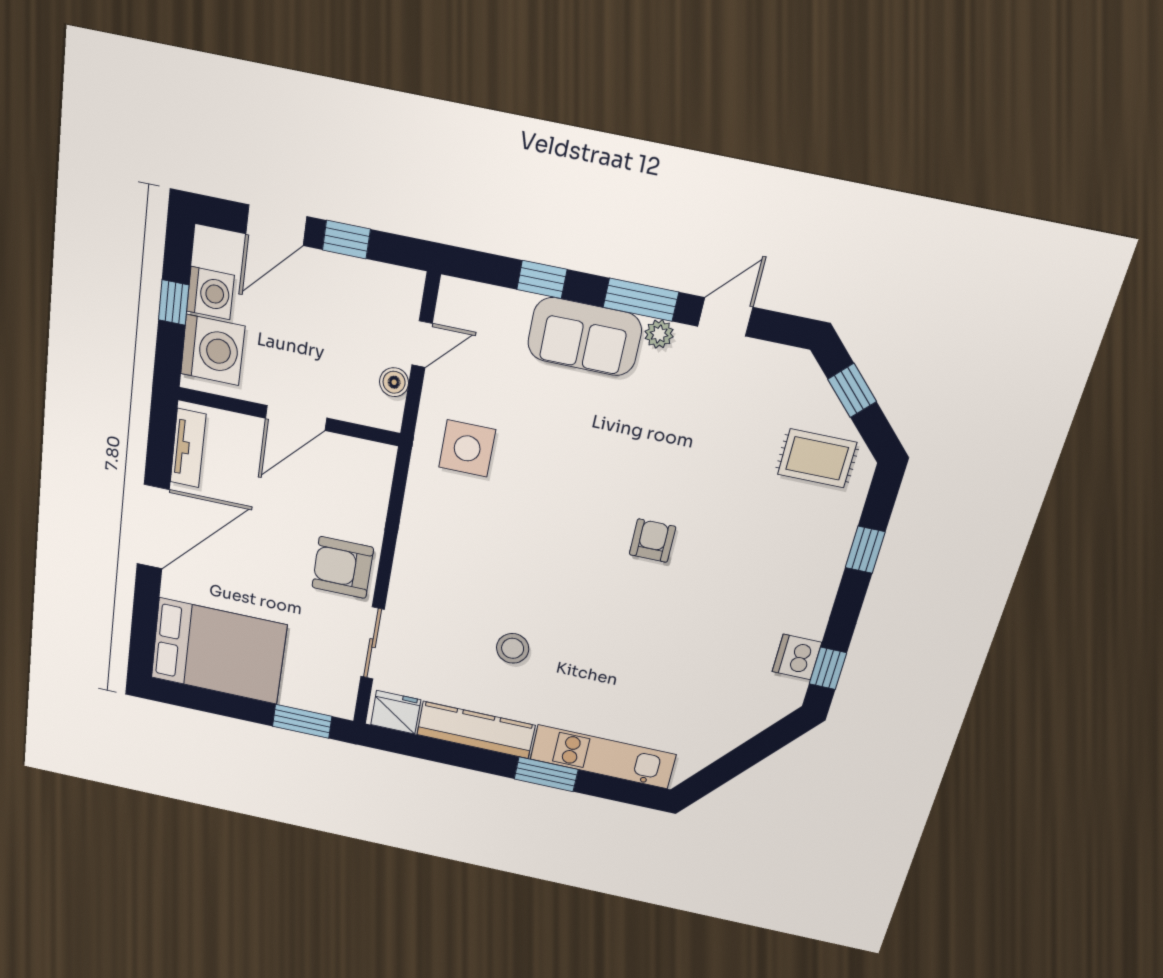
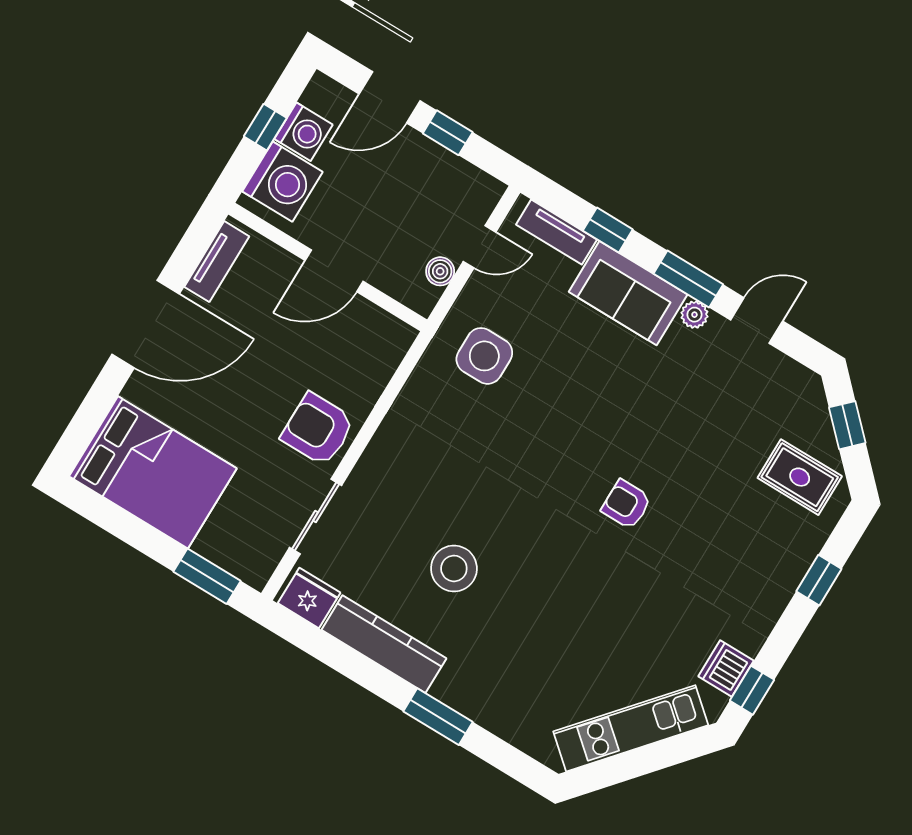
tv unit: (491, 301) -> (556, 232), added
armchair: (652, 541) -> (626, 504), turned -90
stool: (513, 648) -> (454, 568), width x1.38, depth x1.38
kitchen unit: (603, 757) -> (631, 728), moved, turned -49

